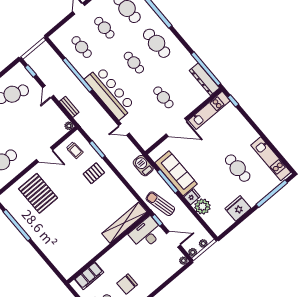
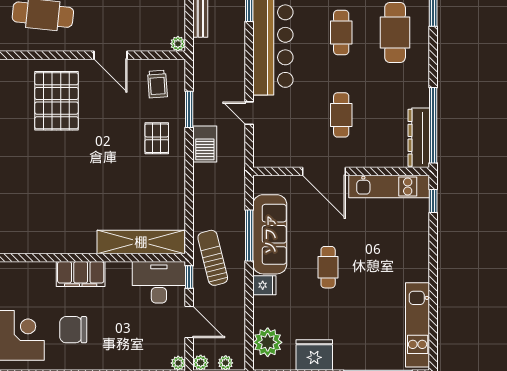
barbecue: (143, 166) -> (205, 144), moved, turned 180
cafe table: (238, 168) -> (328, 267), moved, width x0.73, depth x0.74
pallet: (94, 173) -> (157, 138), turned 90
plant: (202, 206) -> (268, 342), moved
filing cabinet: (89, 276) -> (81, 274), moved

